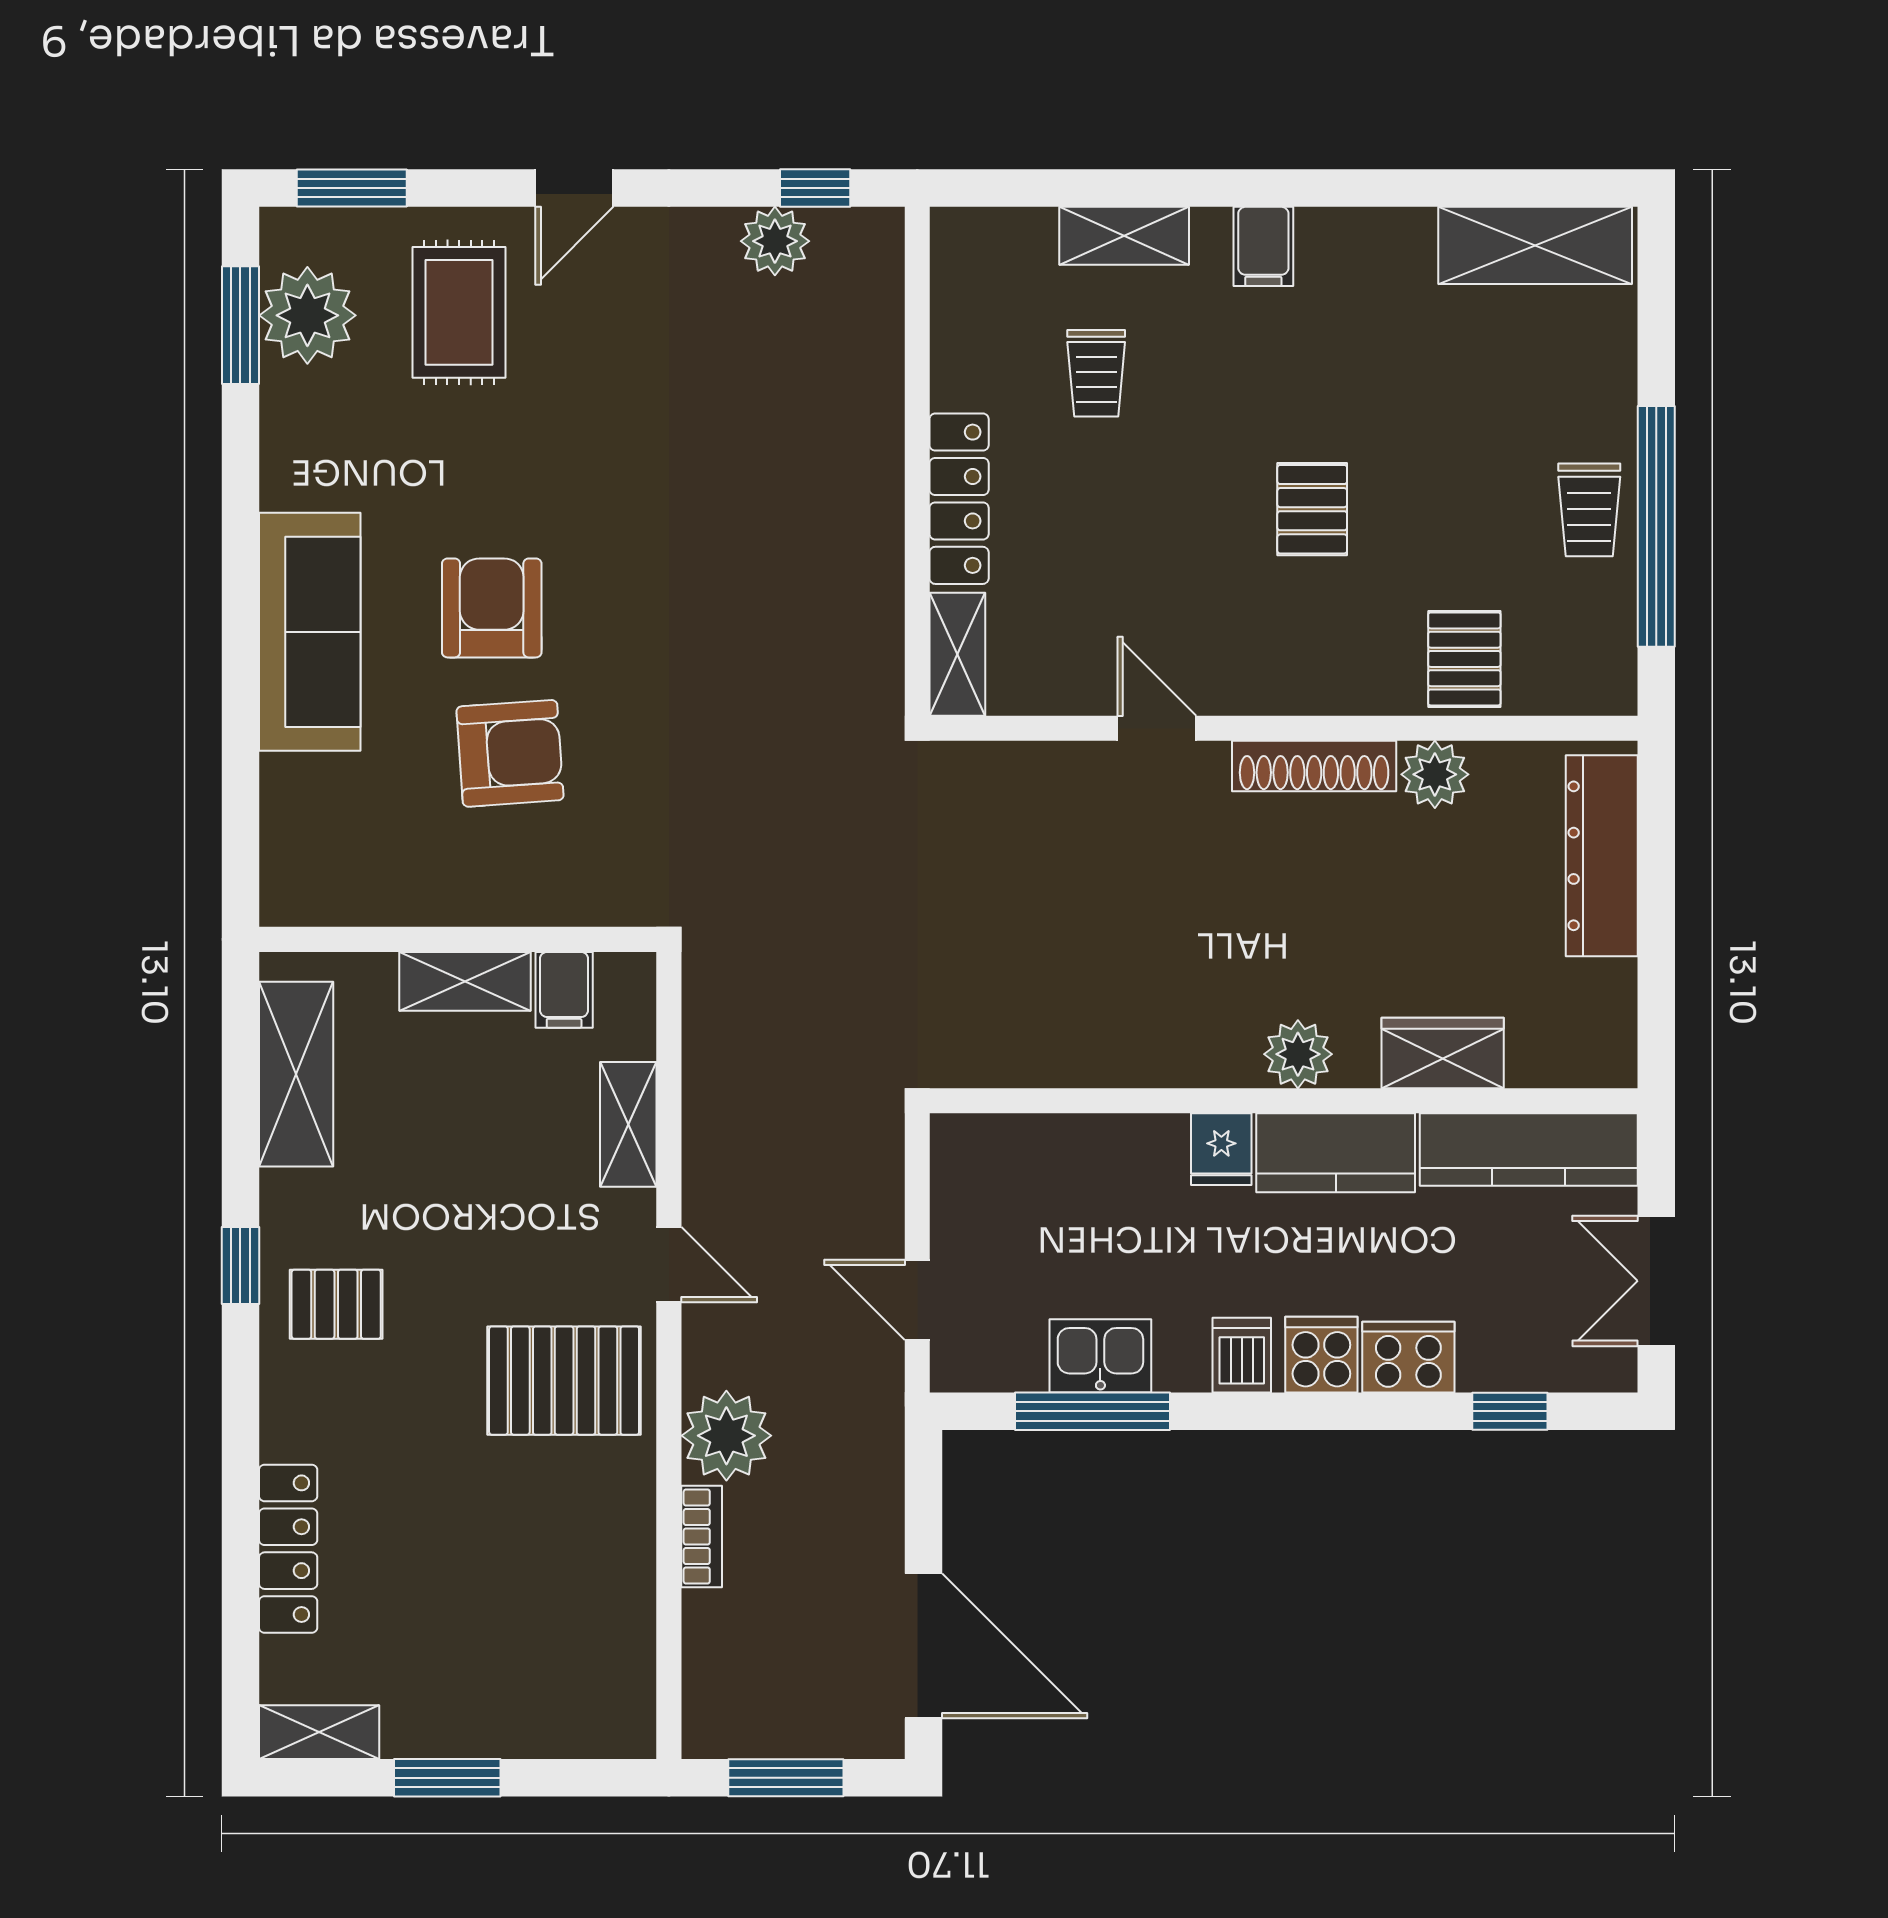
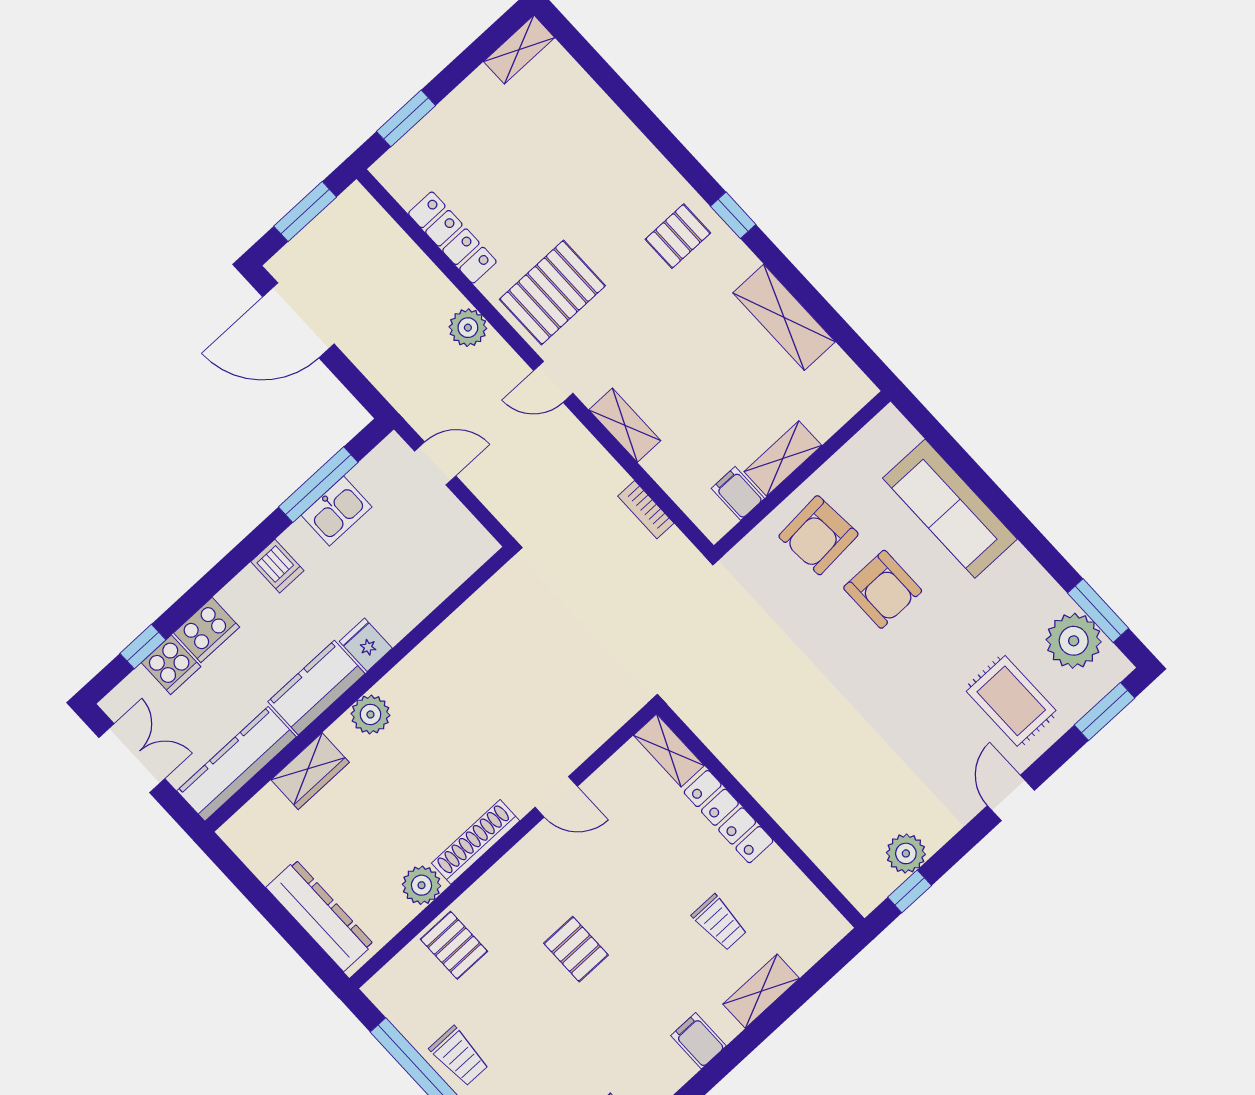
trolley: (1096, 373) -> (720, 923), turned 180
trolley: (1589, 510) -> (459, 1056), turned 180
wall: (458, 939) -> (802, 473), moved
shelving: (465, 981) -> (783, 459), moved
filing cabinet: (564, 990) -> (738, 493), moved
cooker: (1321, 1355) -> (171, 665), moved
plant: (726, 1436) -> (468, 328), width x0.73, depth x0.73
bookcase: (702, 1536) -> (646, 510), moved
locker: (288, 1549) -> (452, 237), moved, turned 180
window: (447, 1778) -> (406, 118), moved

